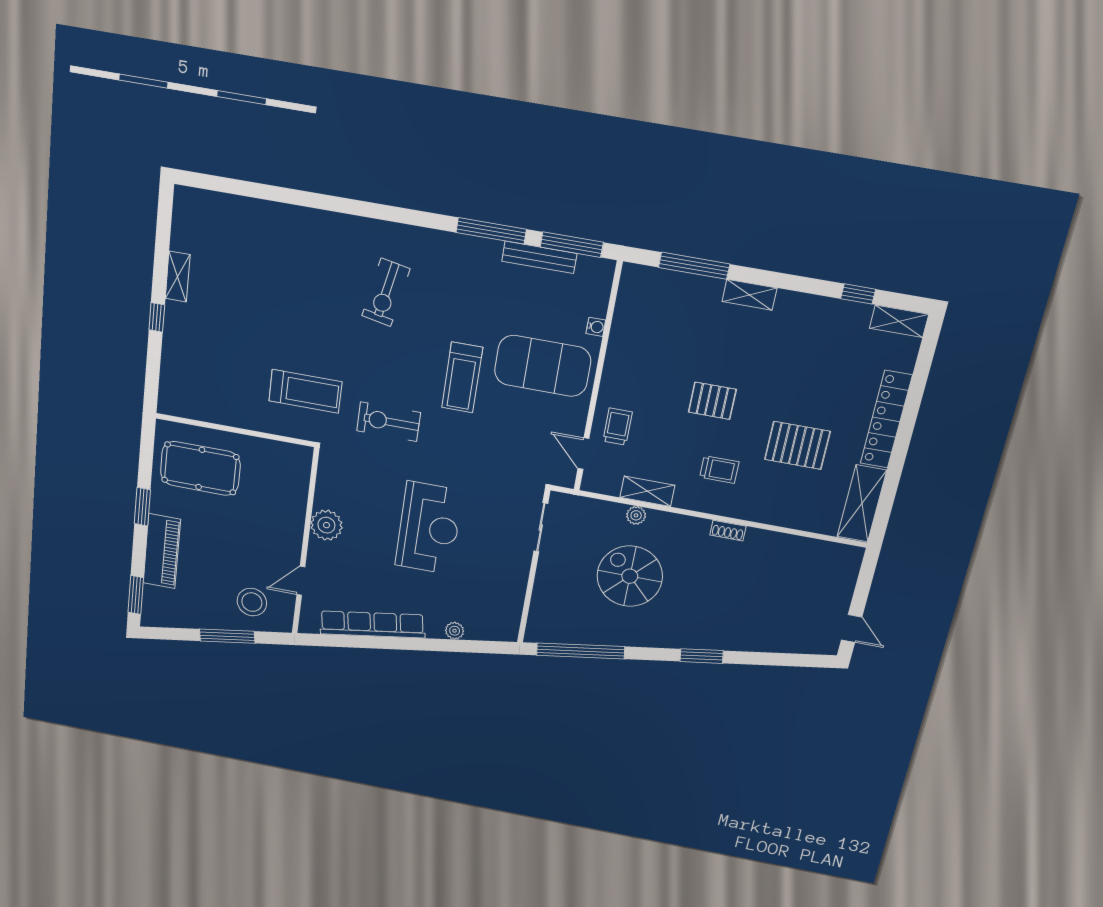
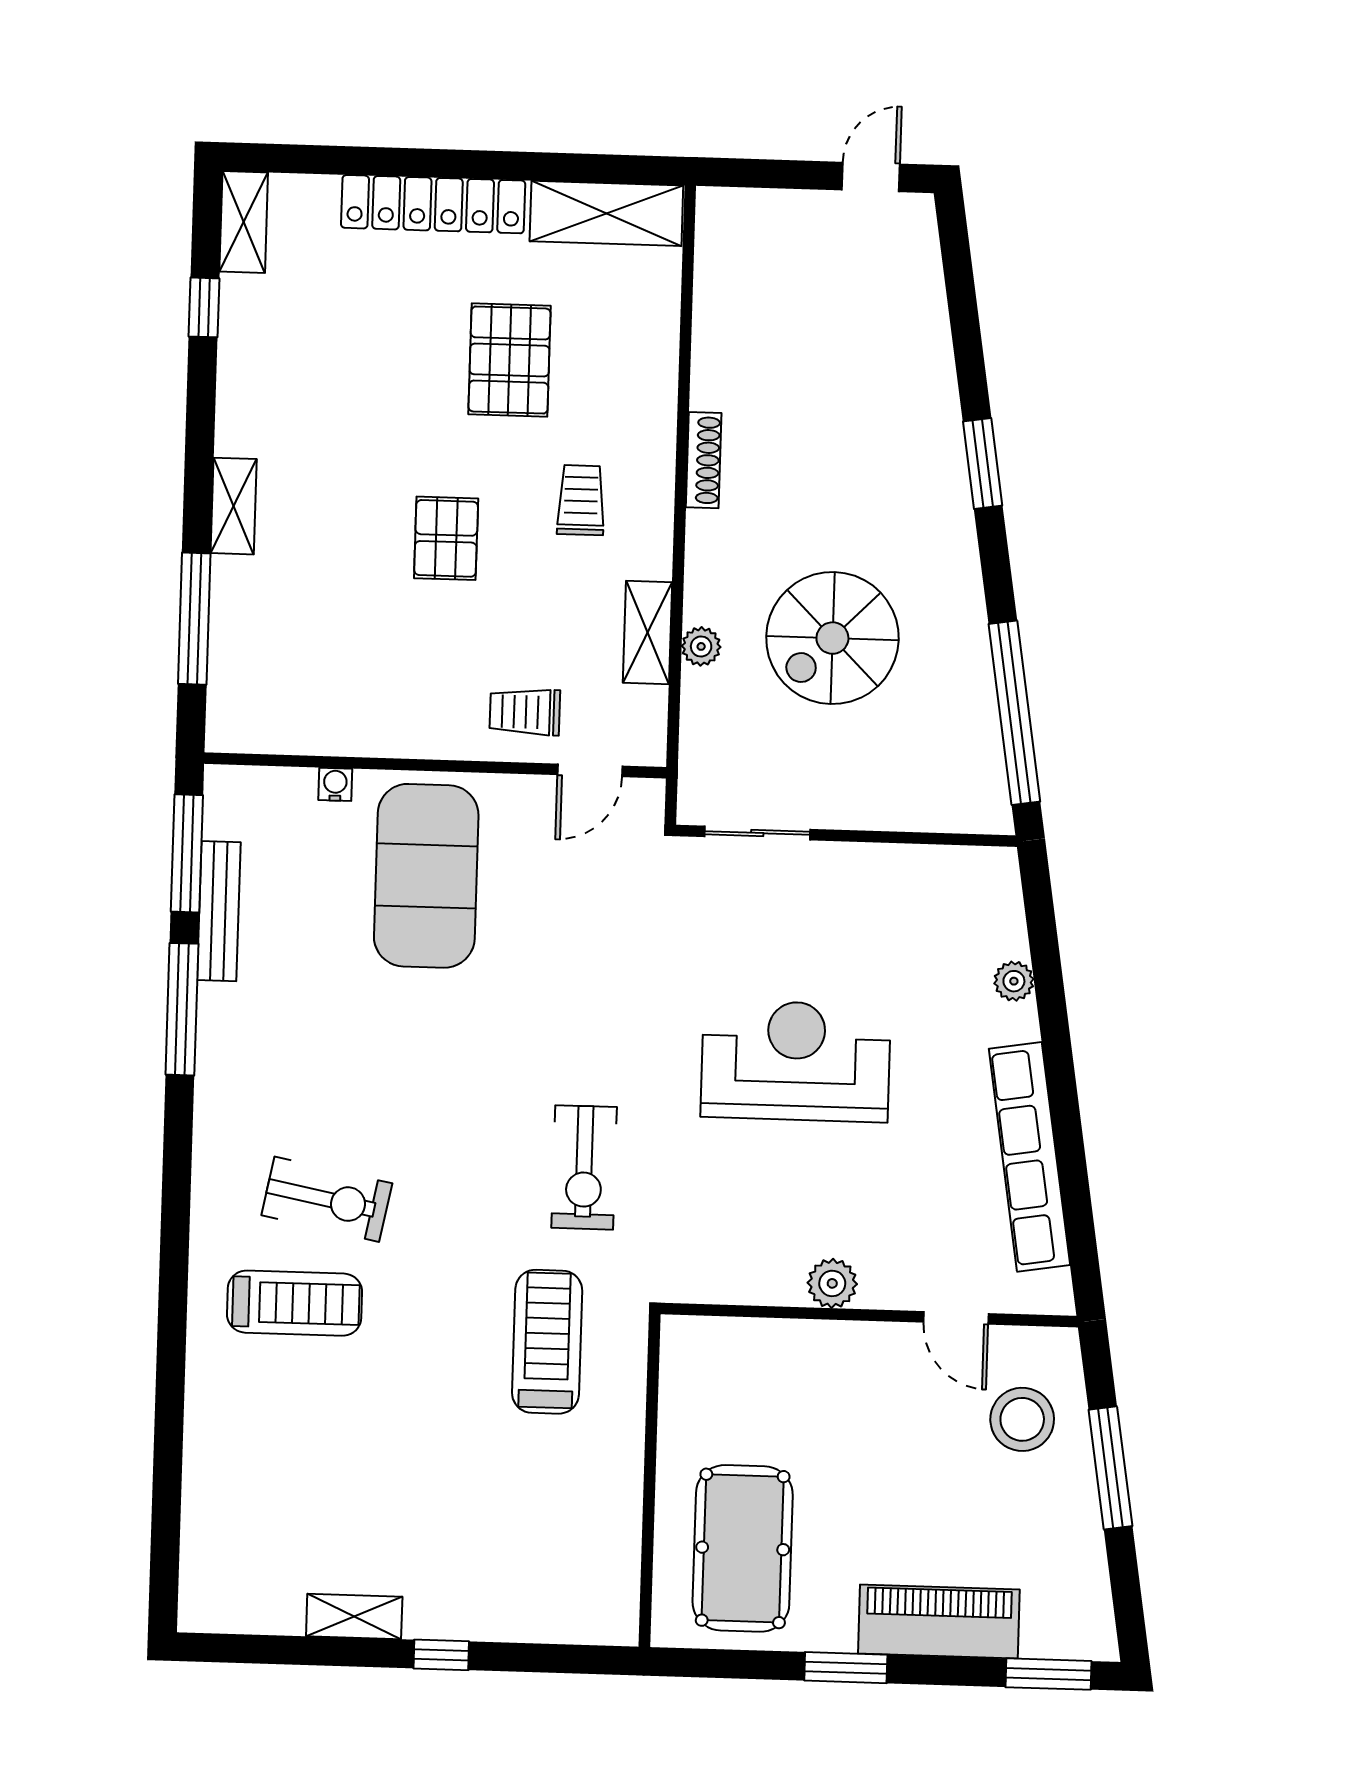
treadmill: (462, 377) -> (295, 1303), moved
plant: (326, 525) -> (832, 1283), width x0.73, depth x0.73
shoe rack: (728, 531) -> (704, 460), width x1.43

